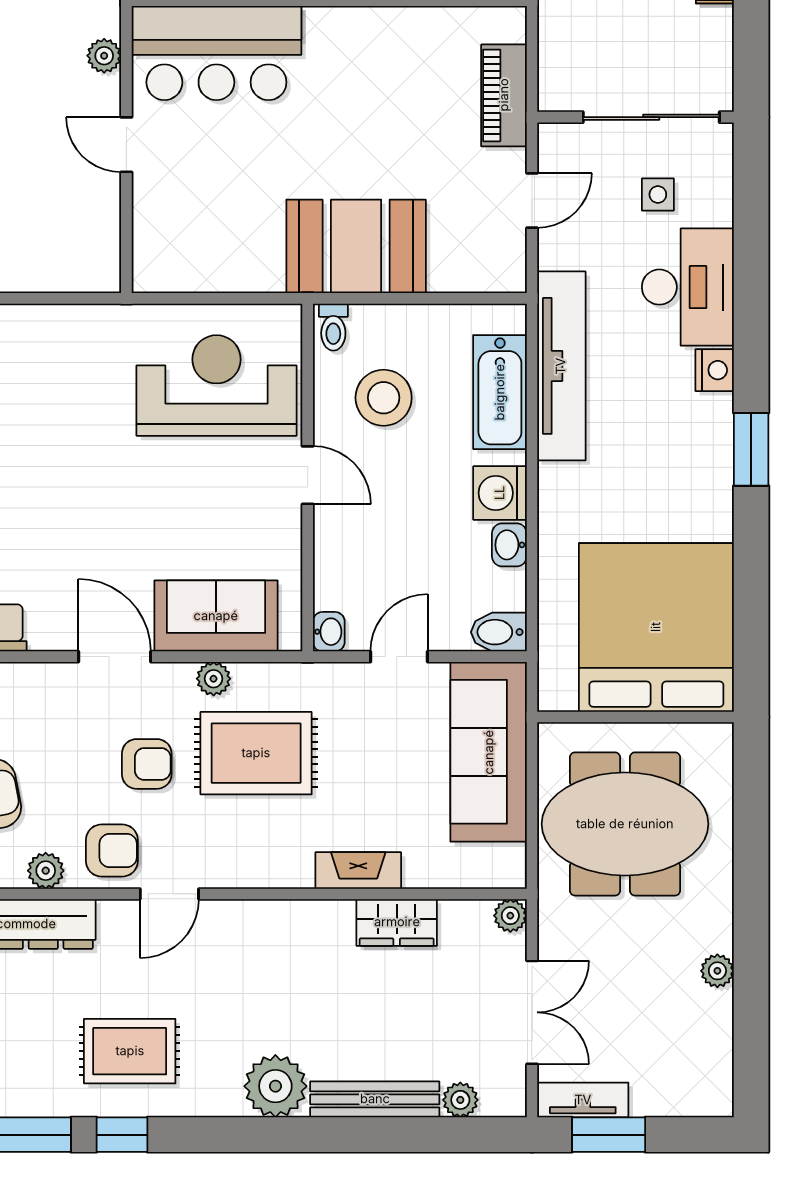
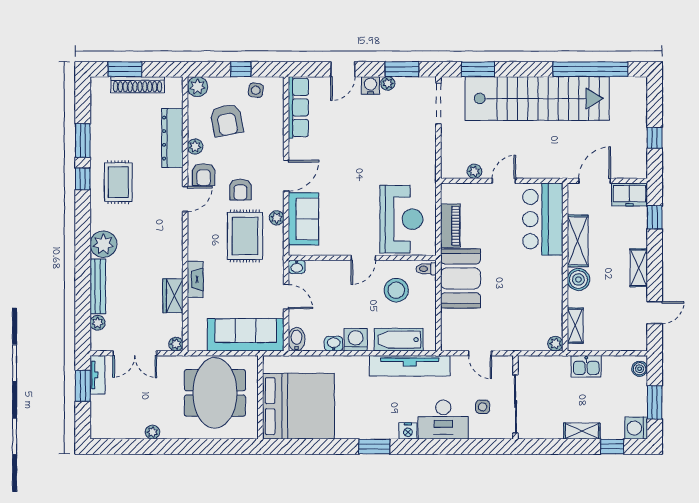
plant: (509, 23) -> (555, 344), added
plant: (104, 56) -> (474, 171), moved
piano: (504, 95) -> (450, 226), moved, turned 90
door: (169, 894) -> (185, 199), swing flipped

